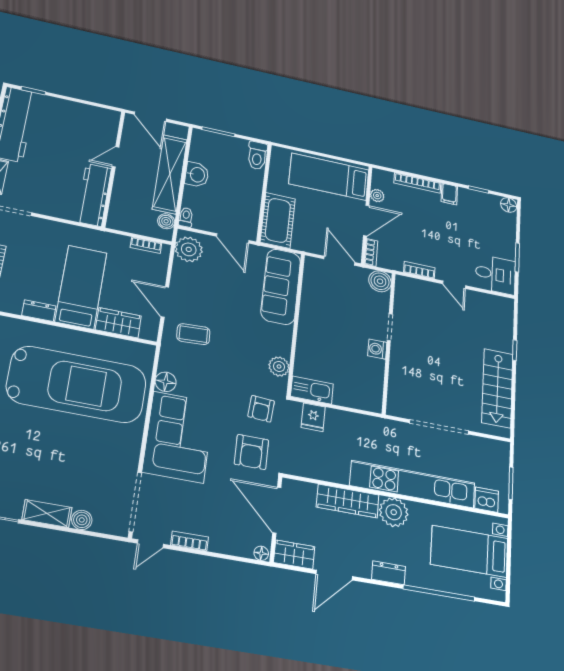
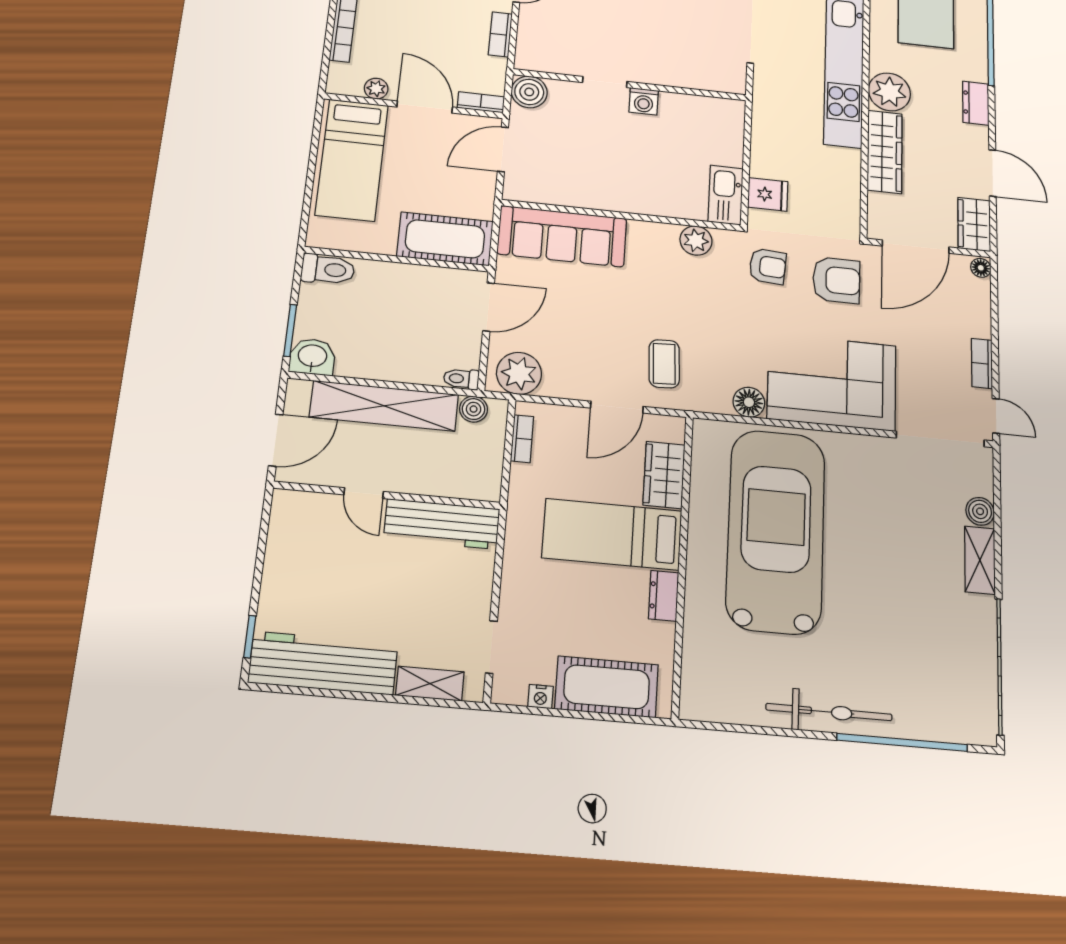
washbasin: (197, 175) -> (312, 357), moved

